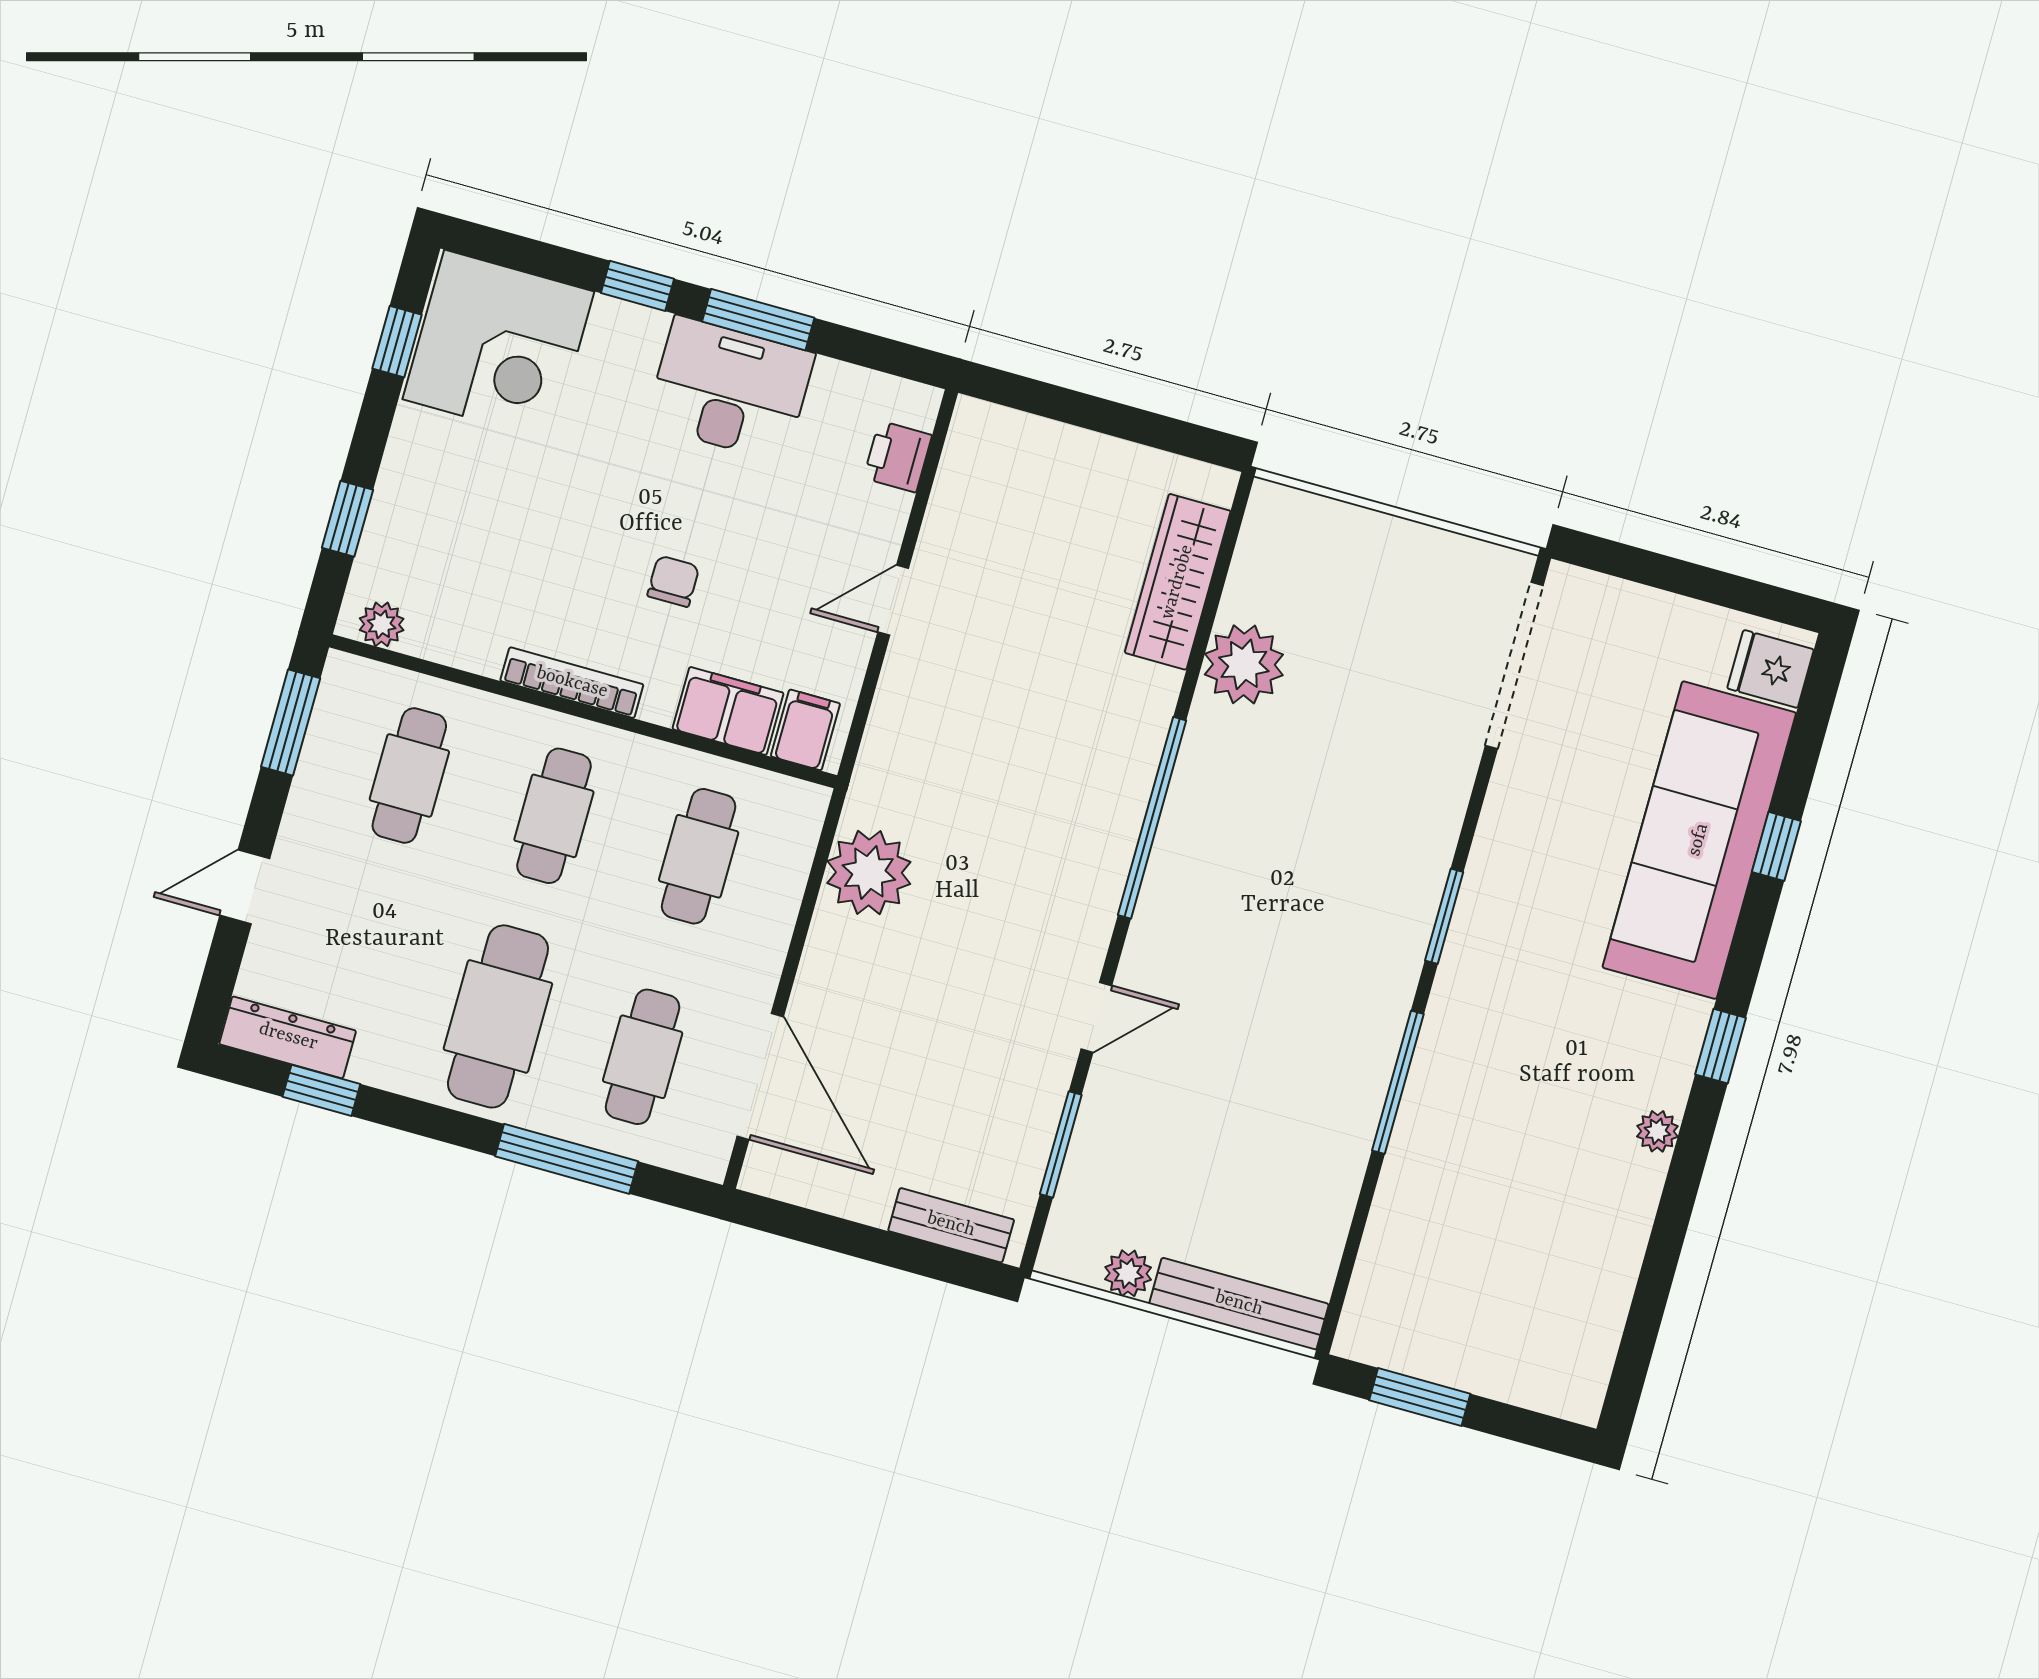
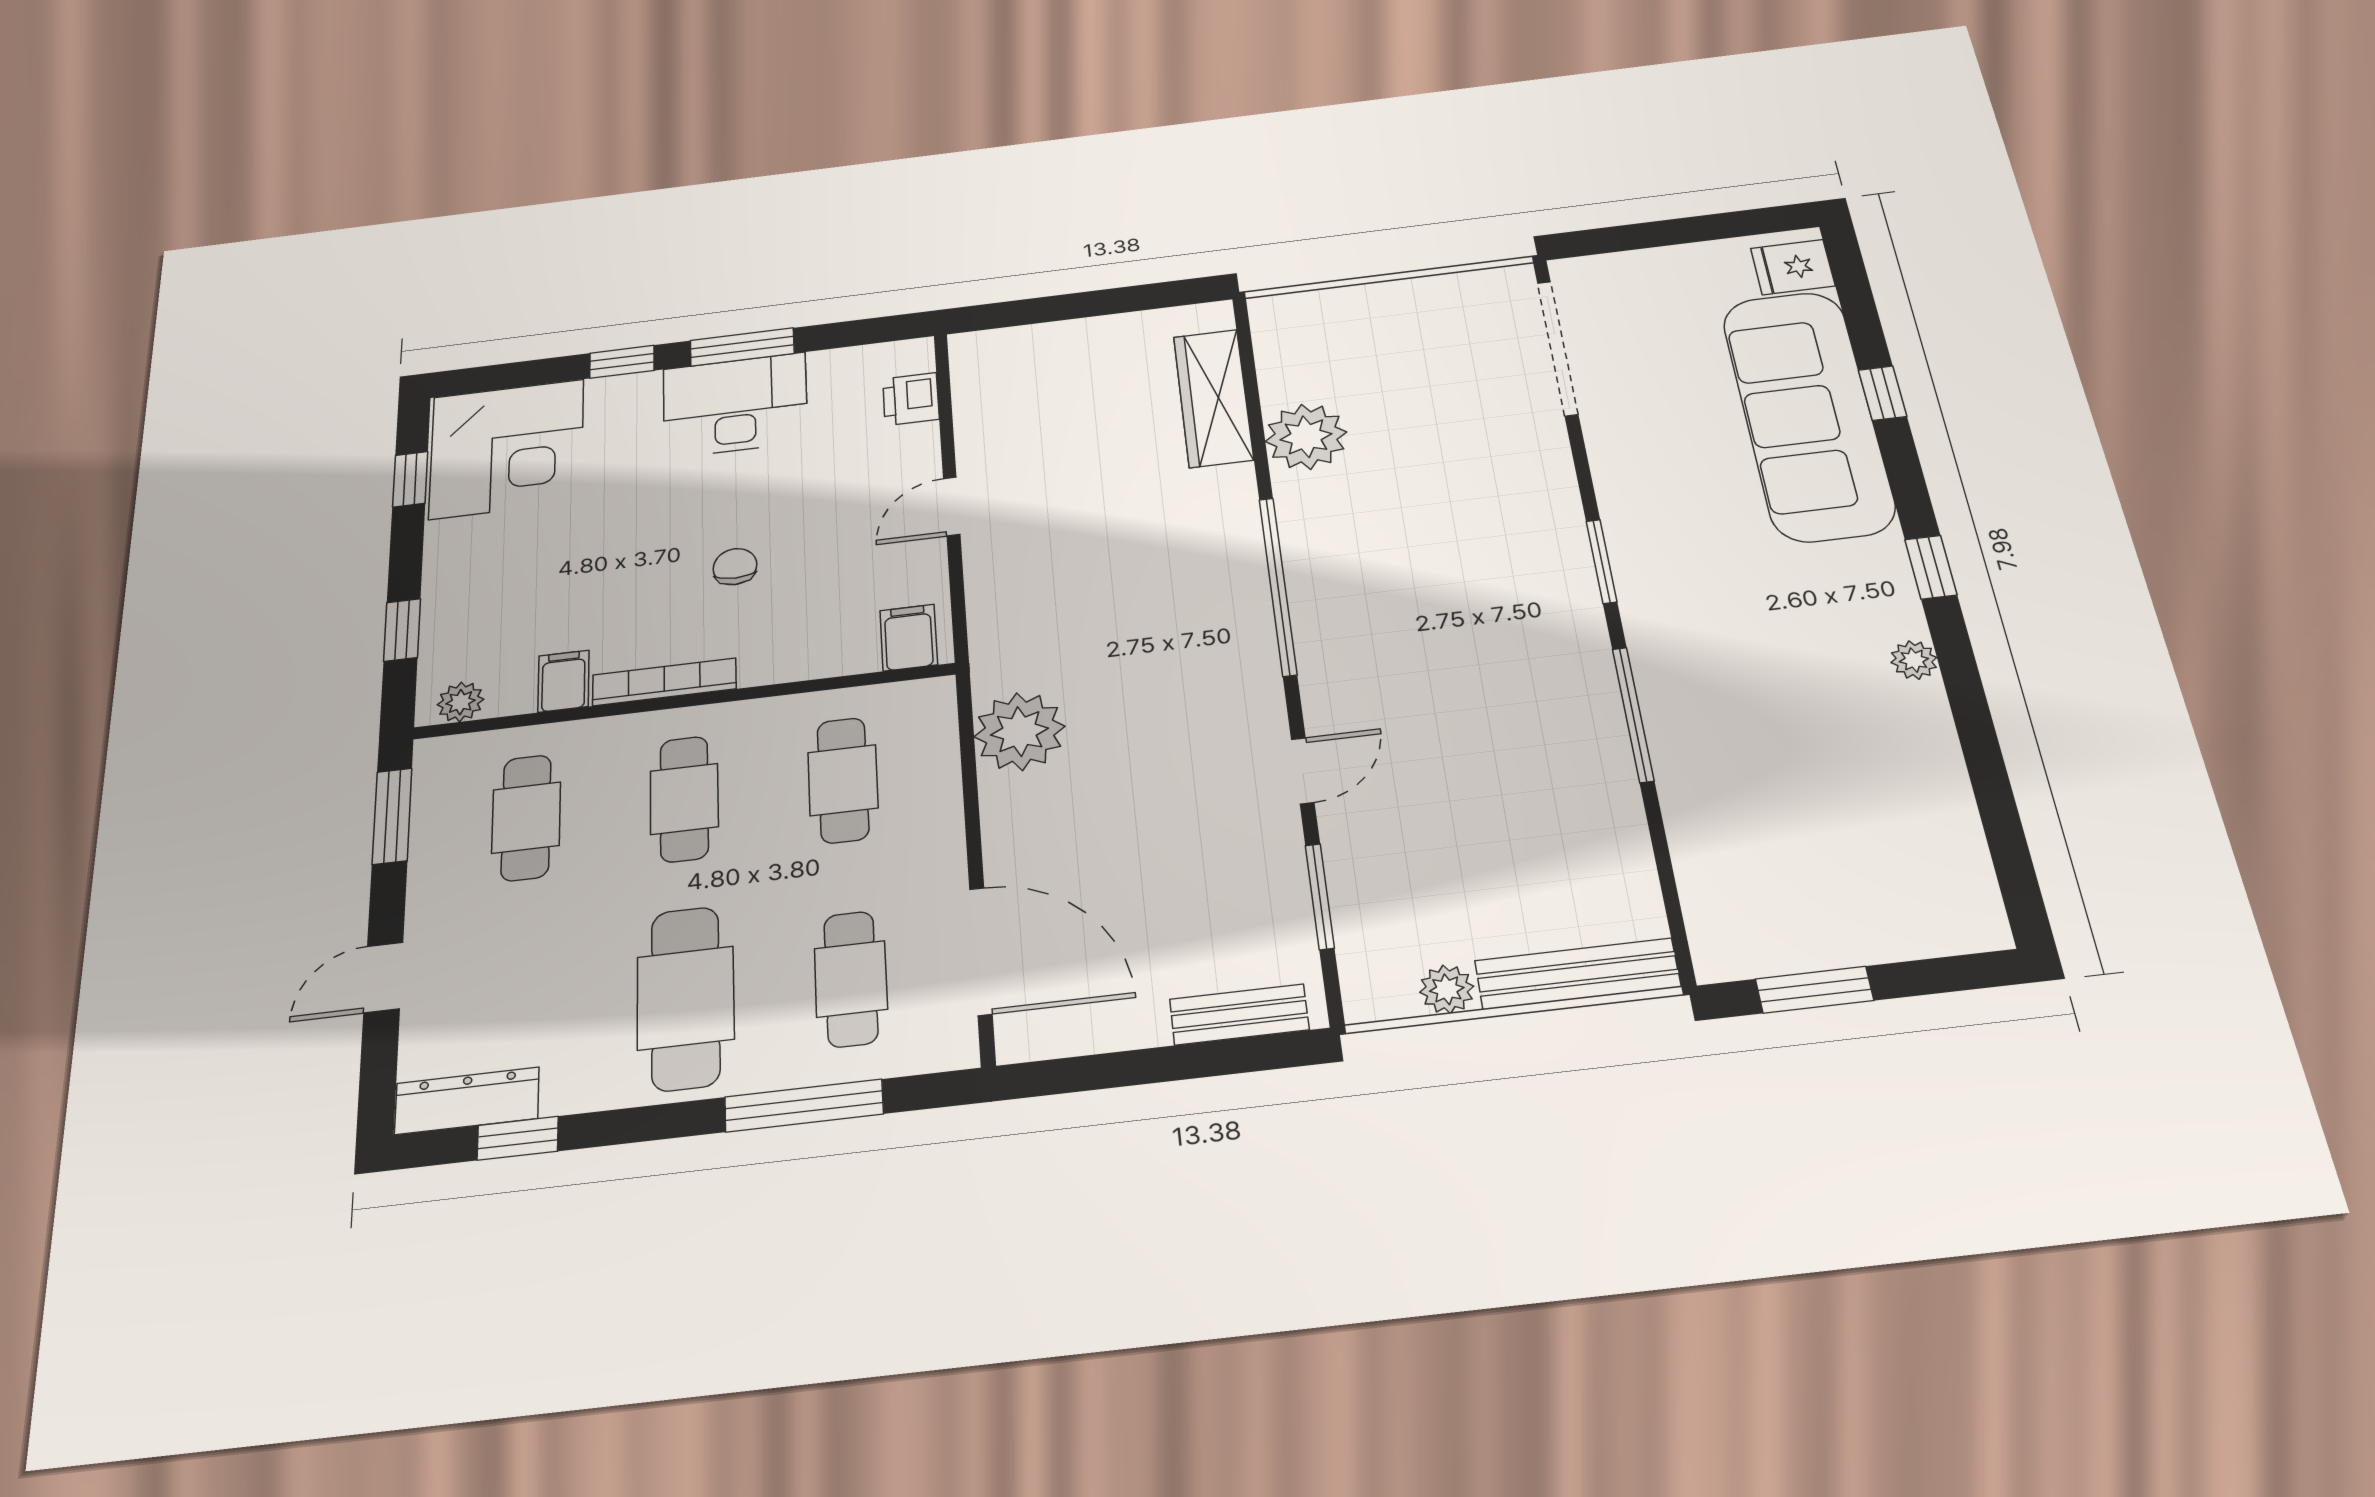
filing cabinet: (728, 711) -> (563, 681), moved, width x0.50

